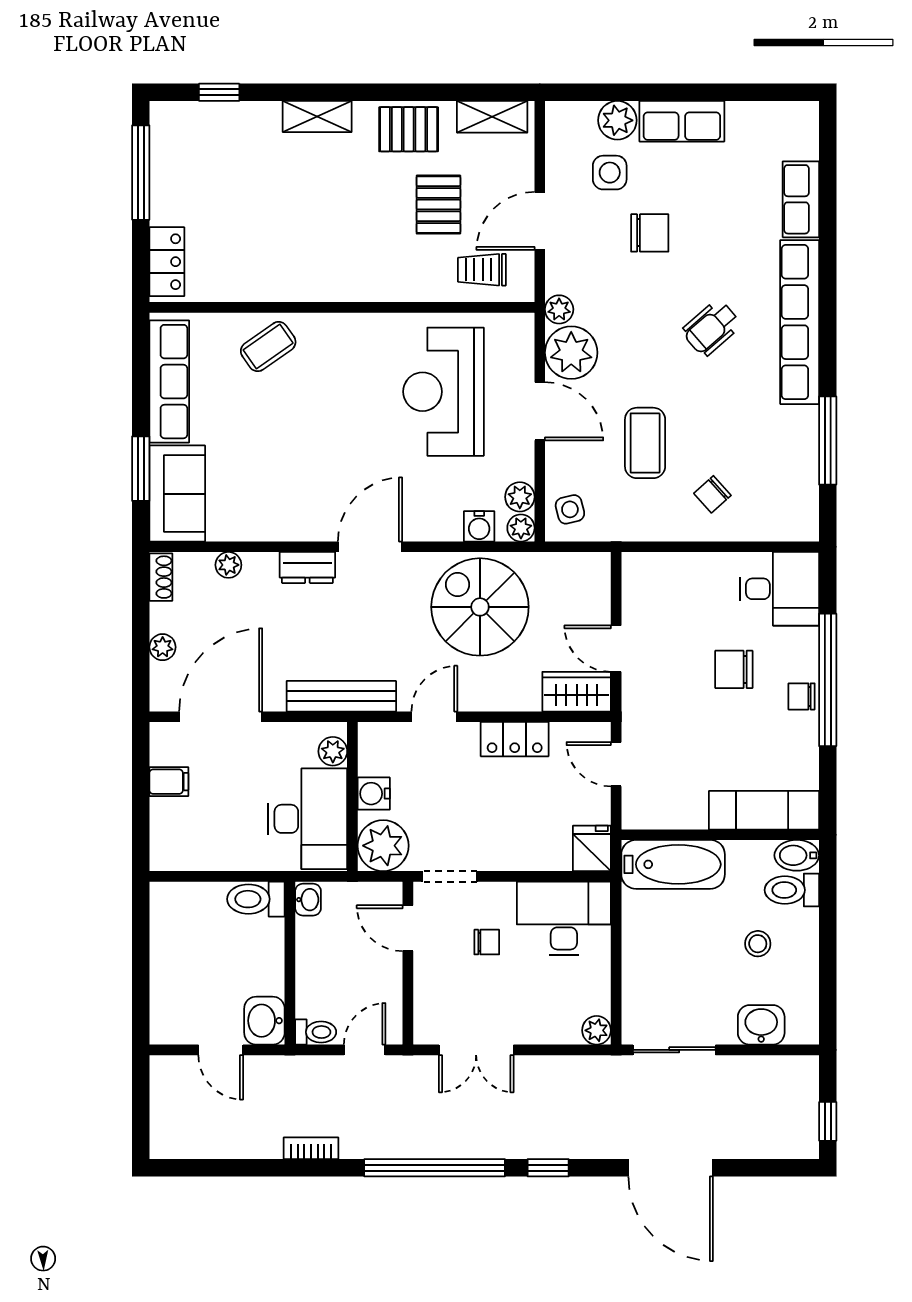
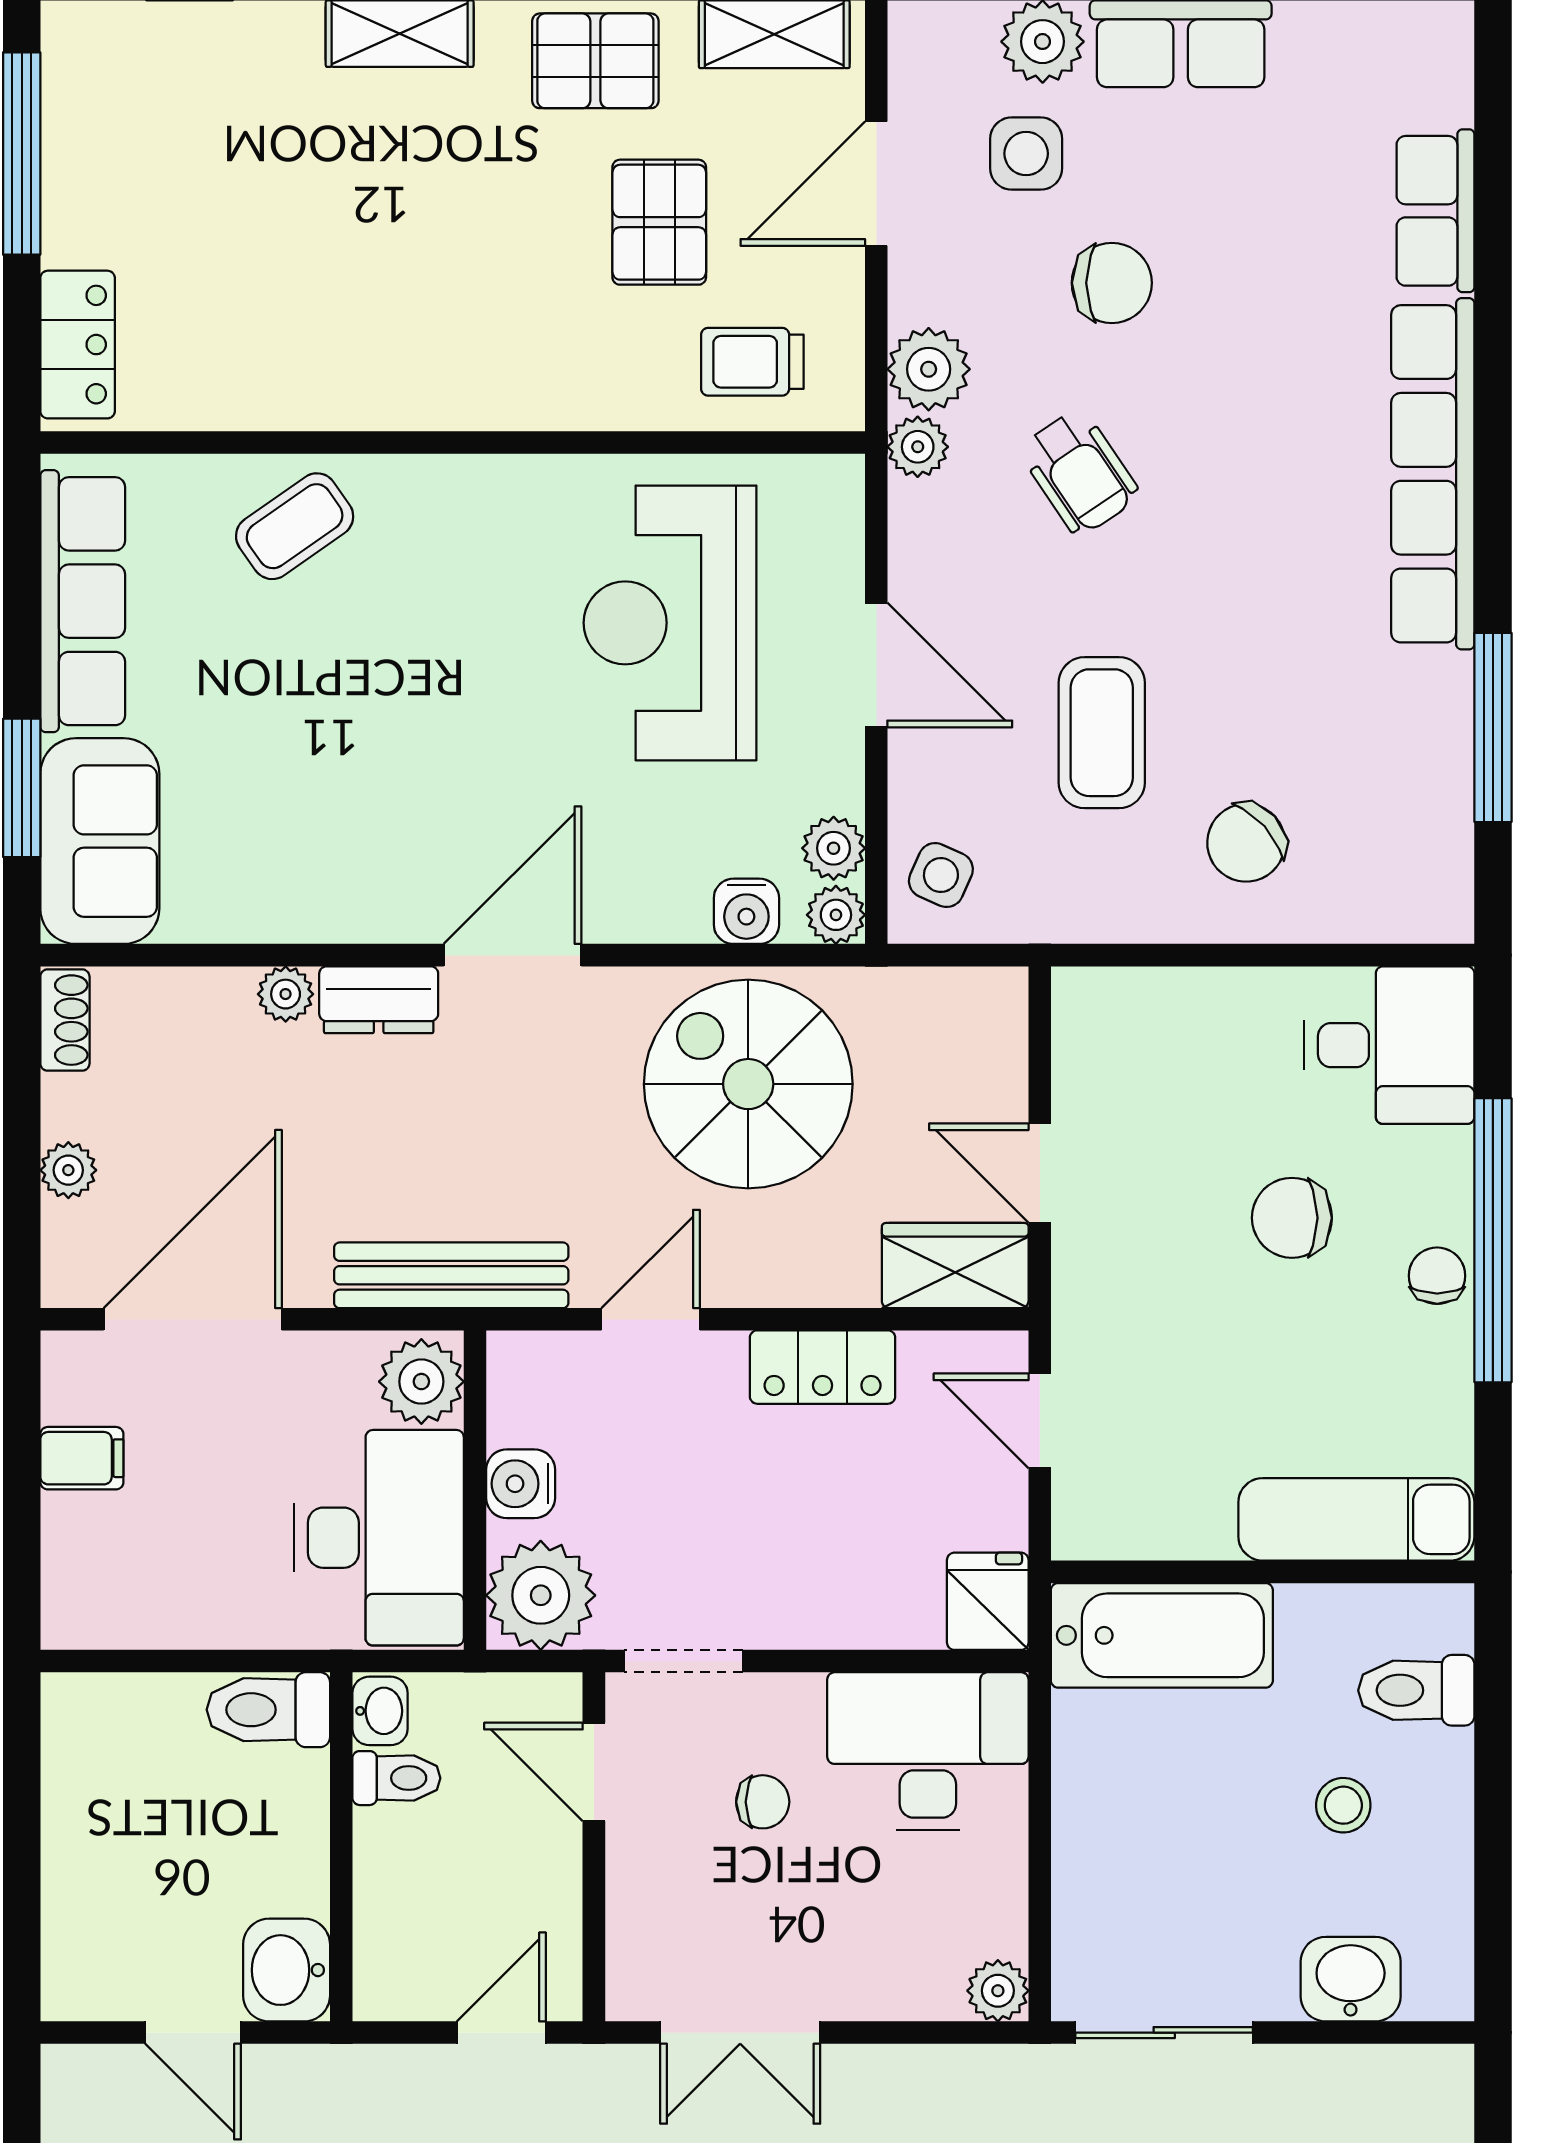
door: (540, 221) -> (876, 184), moved
wheelchair: (711, 328) -> (1079, 472), moved, turned -83
plant: (571, 353) -> (929, 369), moved, width x0.73, depth x0.73
chair: (712, 494) -> (1246, 843), width x1.37, depth x1.37
side table: (570, 509) -> (941, 875), turned 38
plant: (228, 565) -> (286, 994), moved
chair: (802, 696) -> (1437, 1276), turned 90
plant: (333, 751) -> (421, 1382), width x1.38, depth x1.38
bidet: (797, 855) -> (1427, 1616), removed
toilet: (316, 1032) -> (396, 1778), moved

